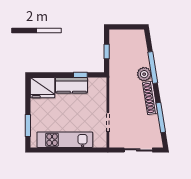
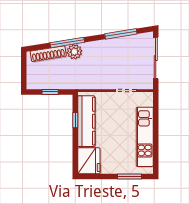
kitchen counter: (71, 85) -> (86, 121), width x1.50
shoe rack: (150, 98) -> (48, 54), moved
sliding door: (138, 150) -> (156, 58), width x1.37

